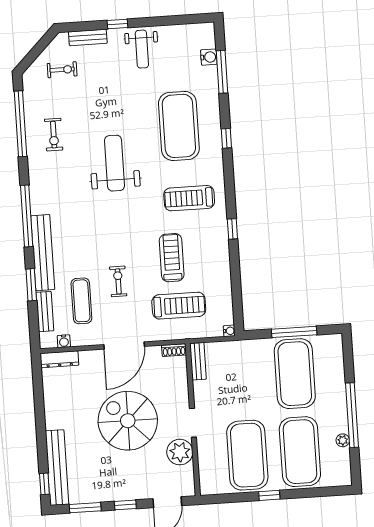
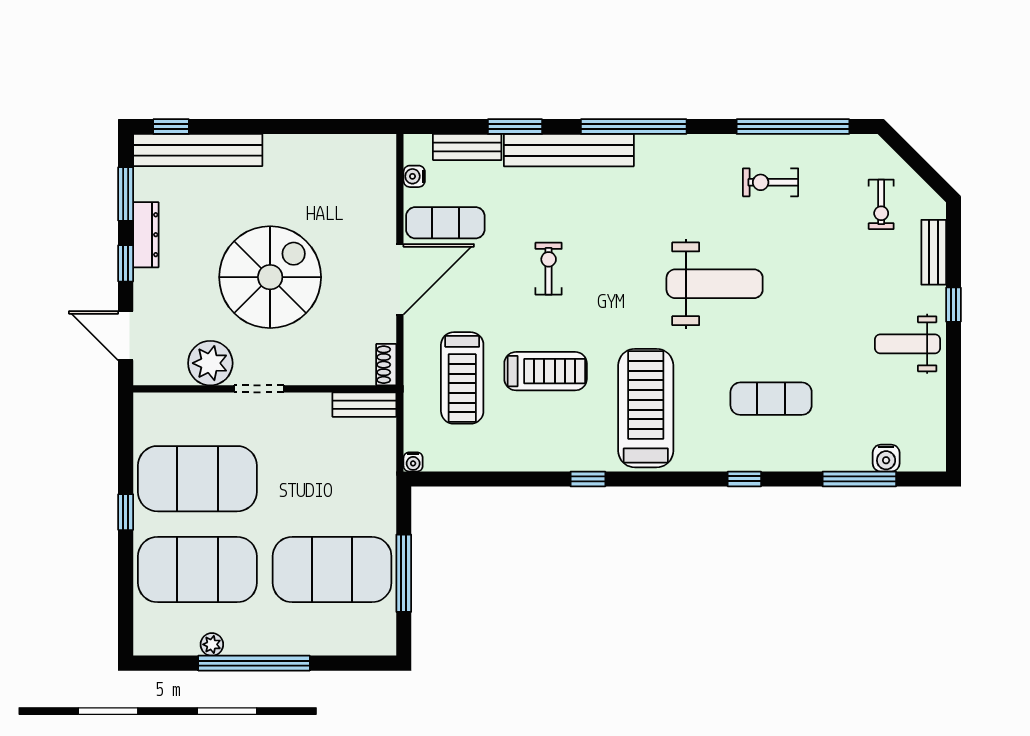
exercise mat: (179, 126) -> (771, 399), width x0.50, depth x0.69
treadmill: (189, 198) -> (646, 408), width x1.37, depth x1.38
exercise bike: (118, 281) -> (549, 269), moved, turned -90
exercise mat: (81, 301) -> (445, 223), moved
door: (124, 345) -> (400, 279), swing flipped
dresser: (59, 359) -> (146, 235), moved, turned 180

